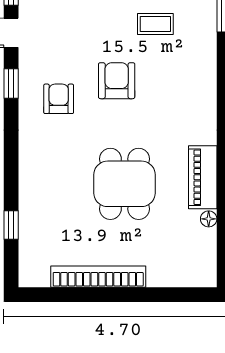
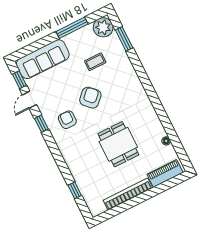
armchair: (117, 81) -> (90, 98), turned 45
piano: (203, 177) -> (165, 173), moved, turned 90

